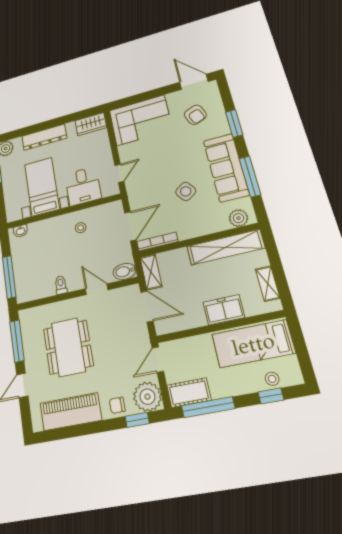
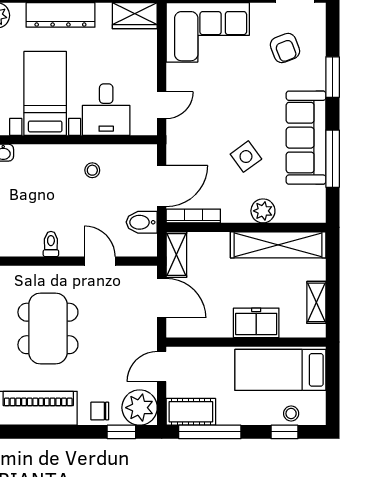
plant: (238, 218) -> (263, 211), moved
bidet: (125, 271) -> (142, 222), moved

